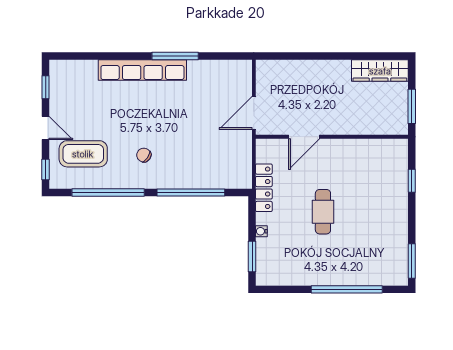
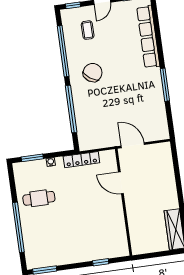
row of seats: (142, 70) -> (148, 37), moved
window: (412, 106) -> (153, 255), removed
coffee table: (83, 154) -> (88, 30), width x0.54, depth x0.58
chair: (144, 155) -> (93, 73), width x1.87, depth x1.87
cafe table: (323, 212) -> (39, 198), moved

